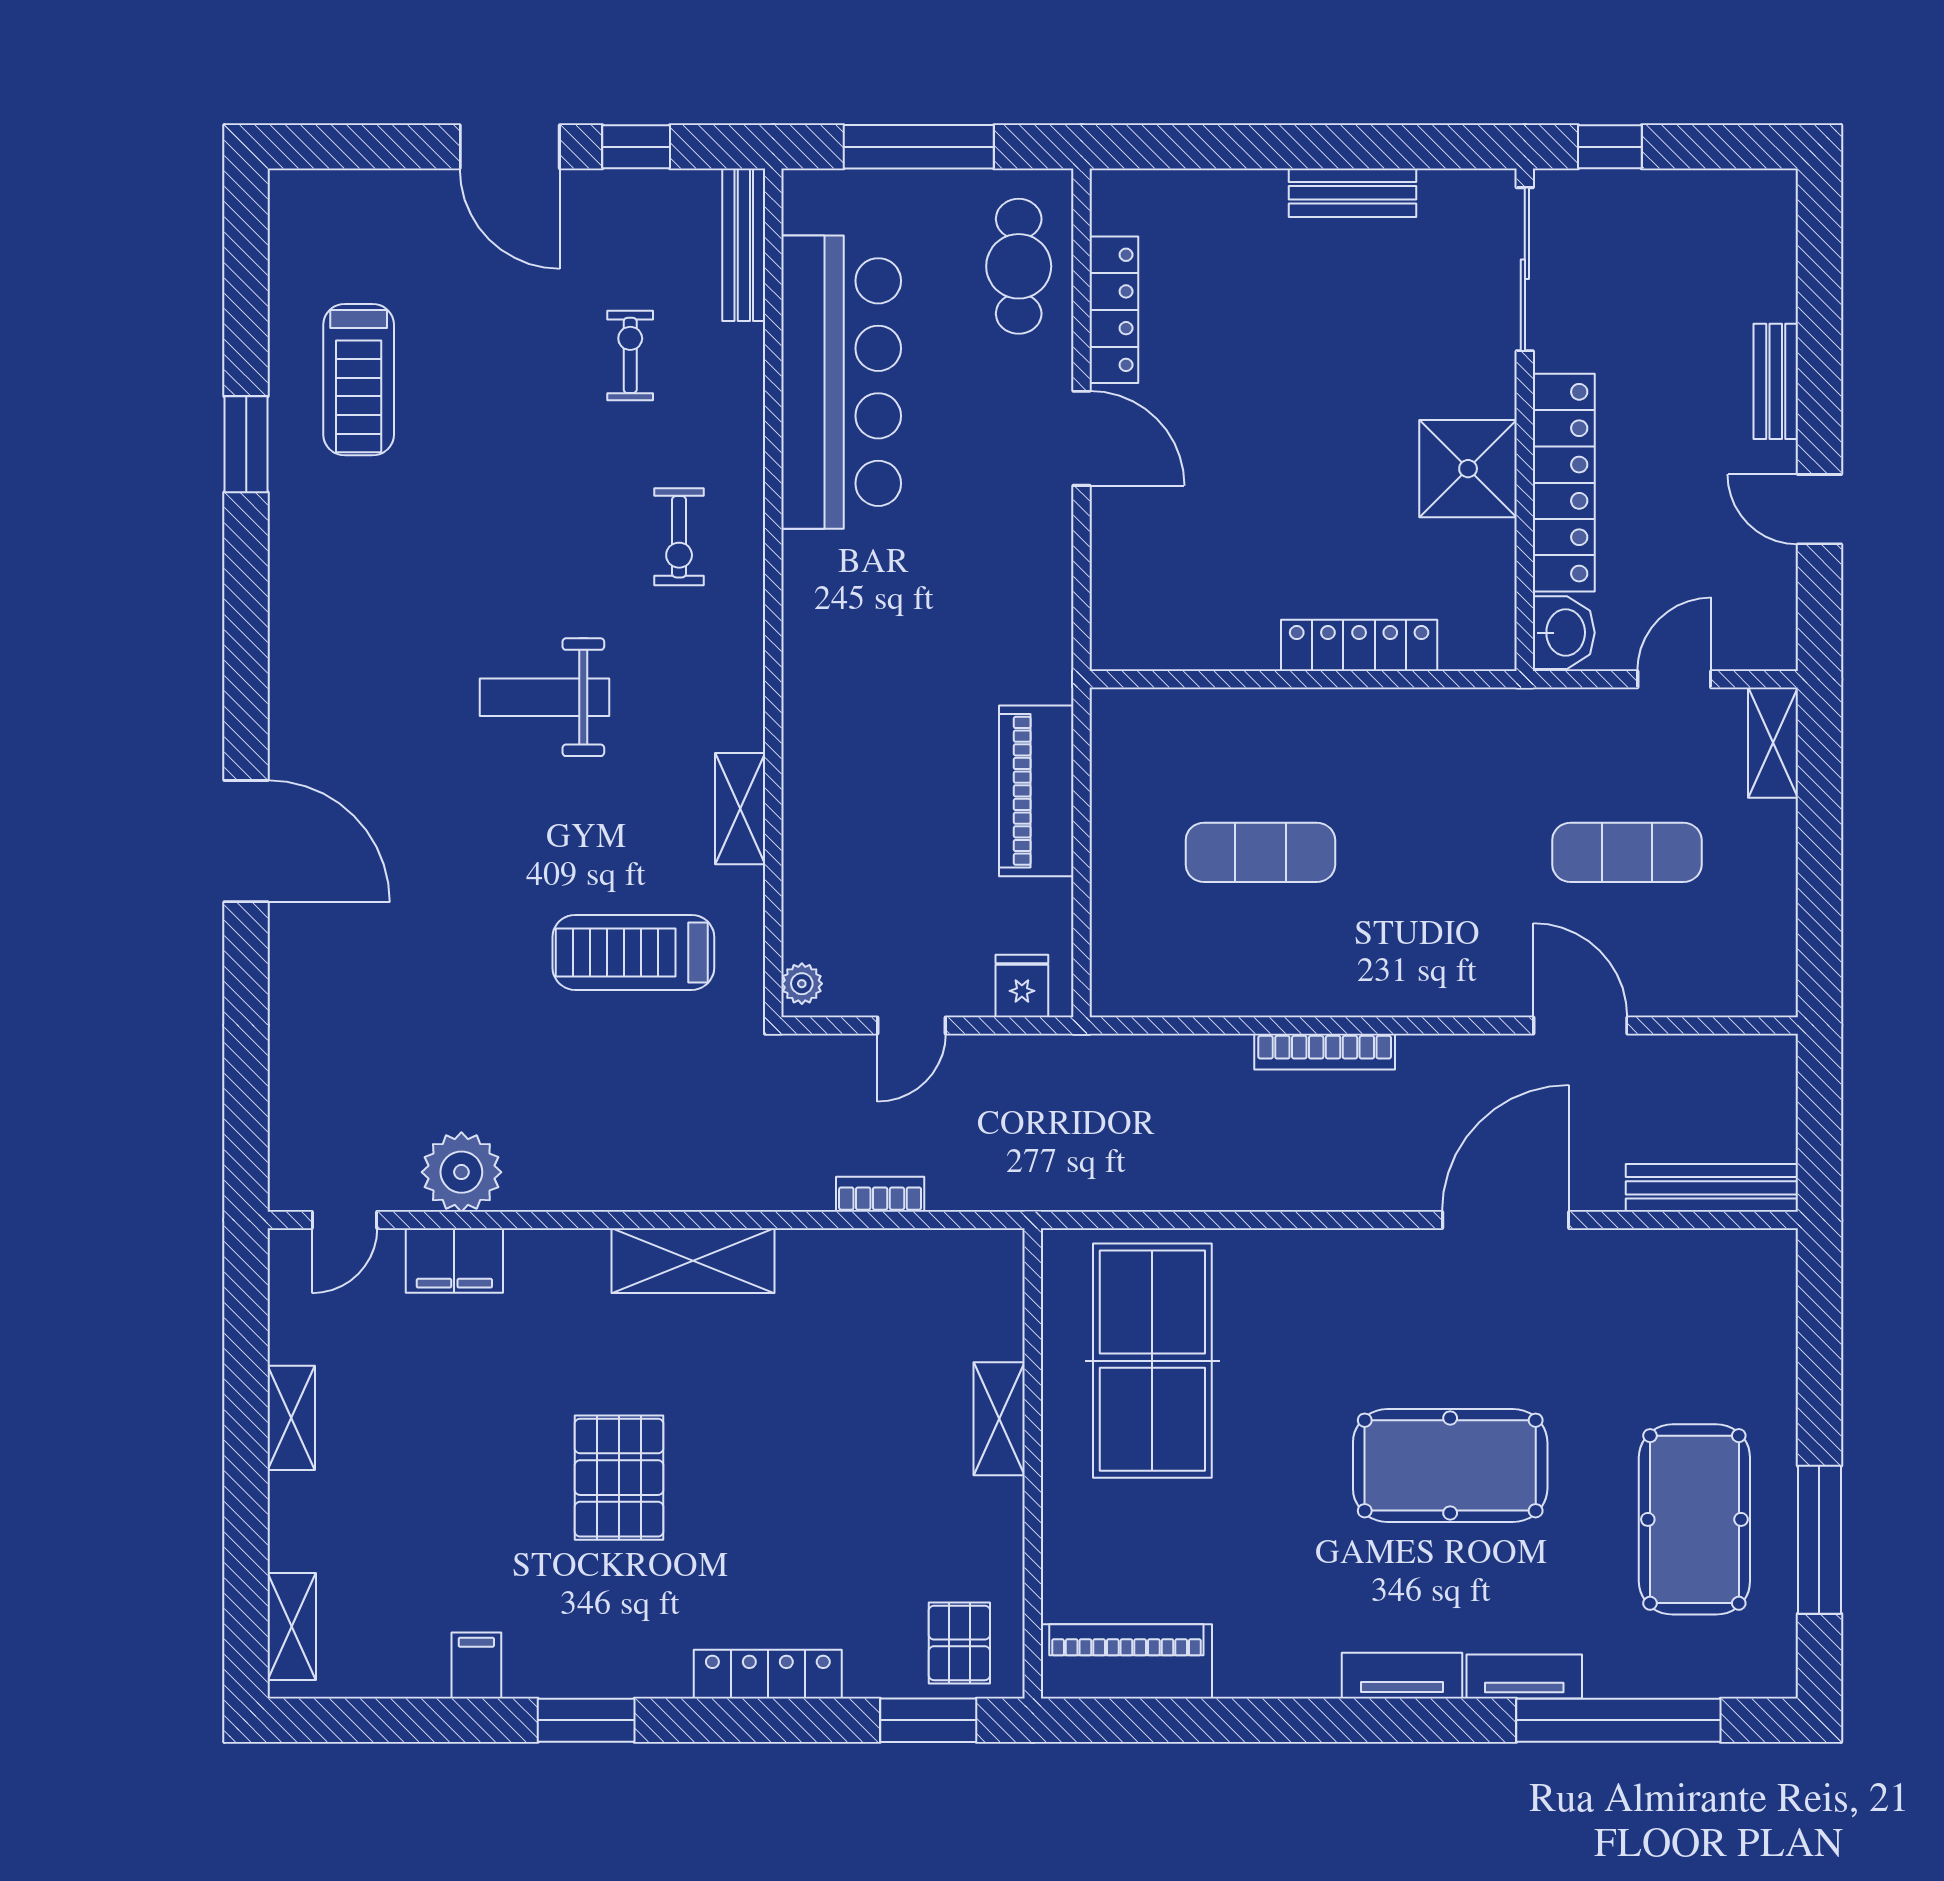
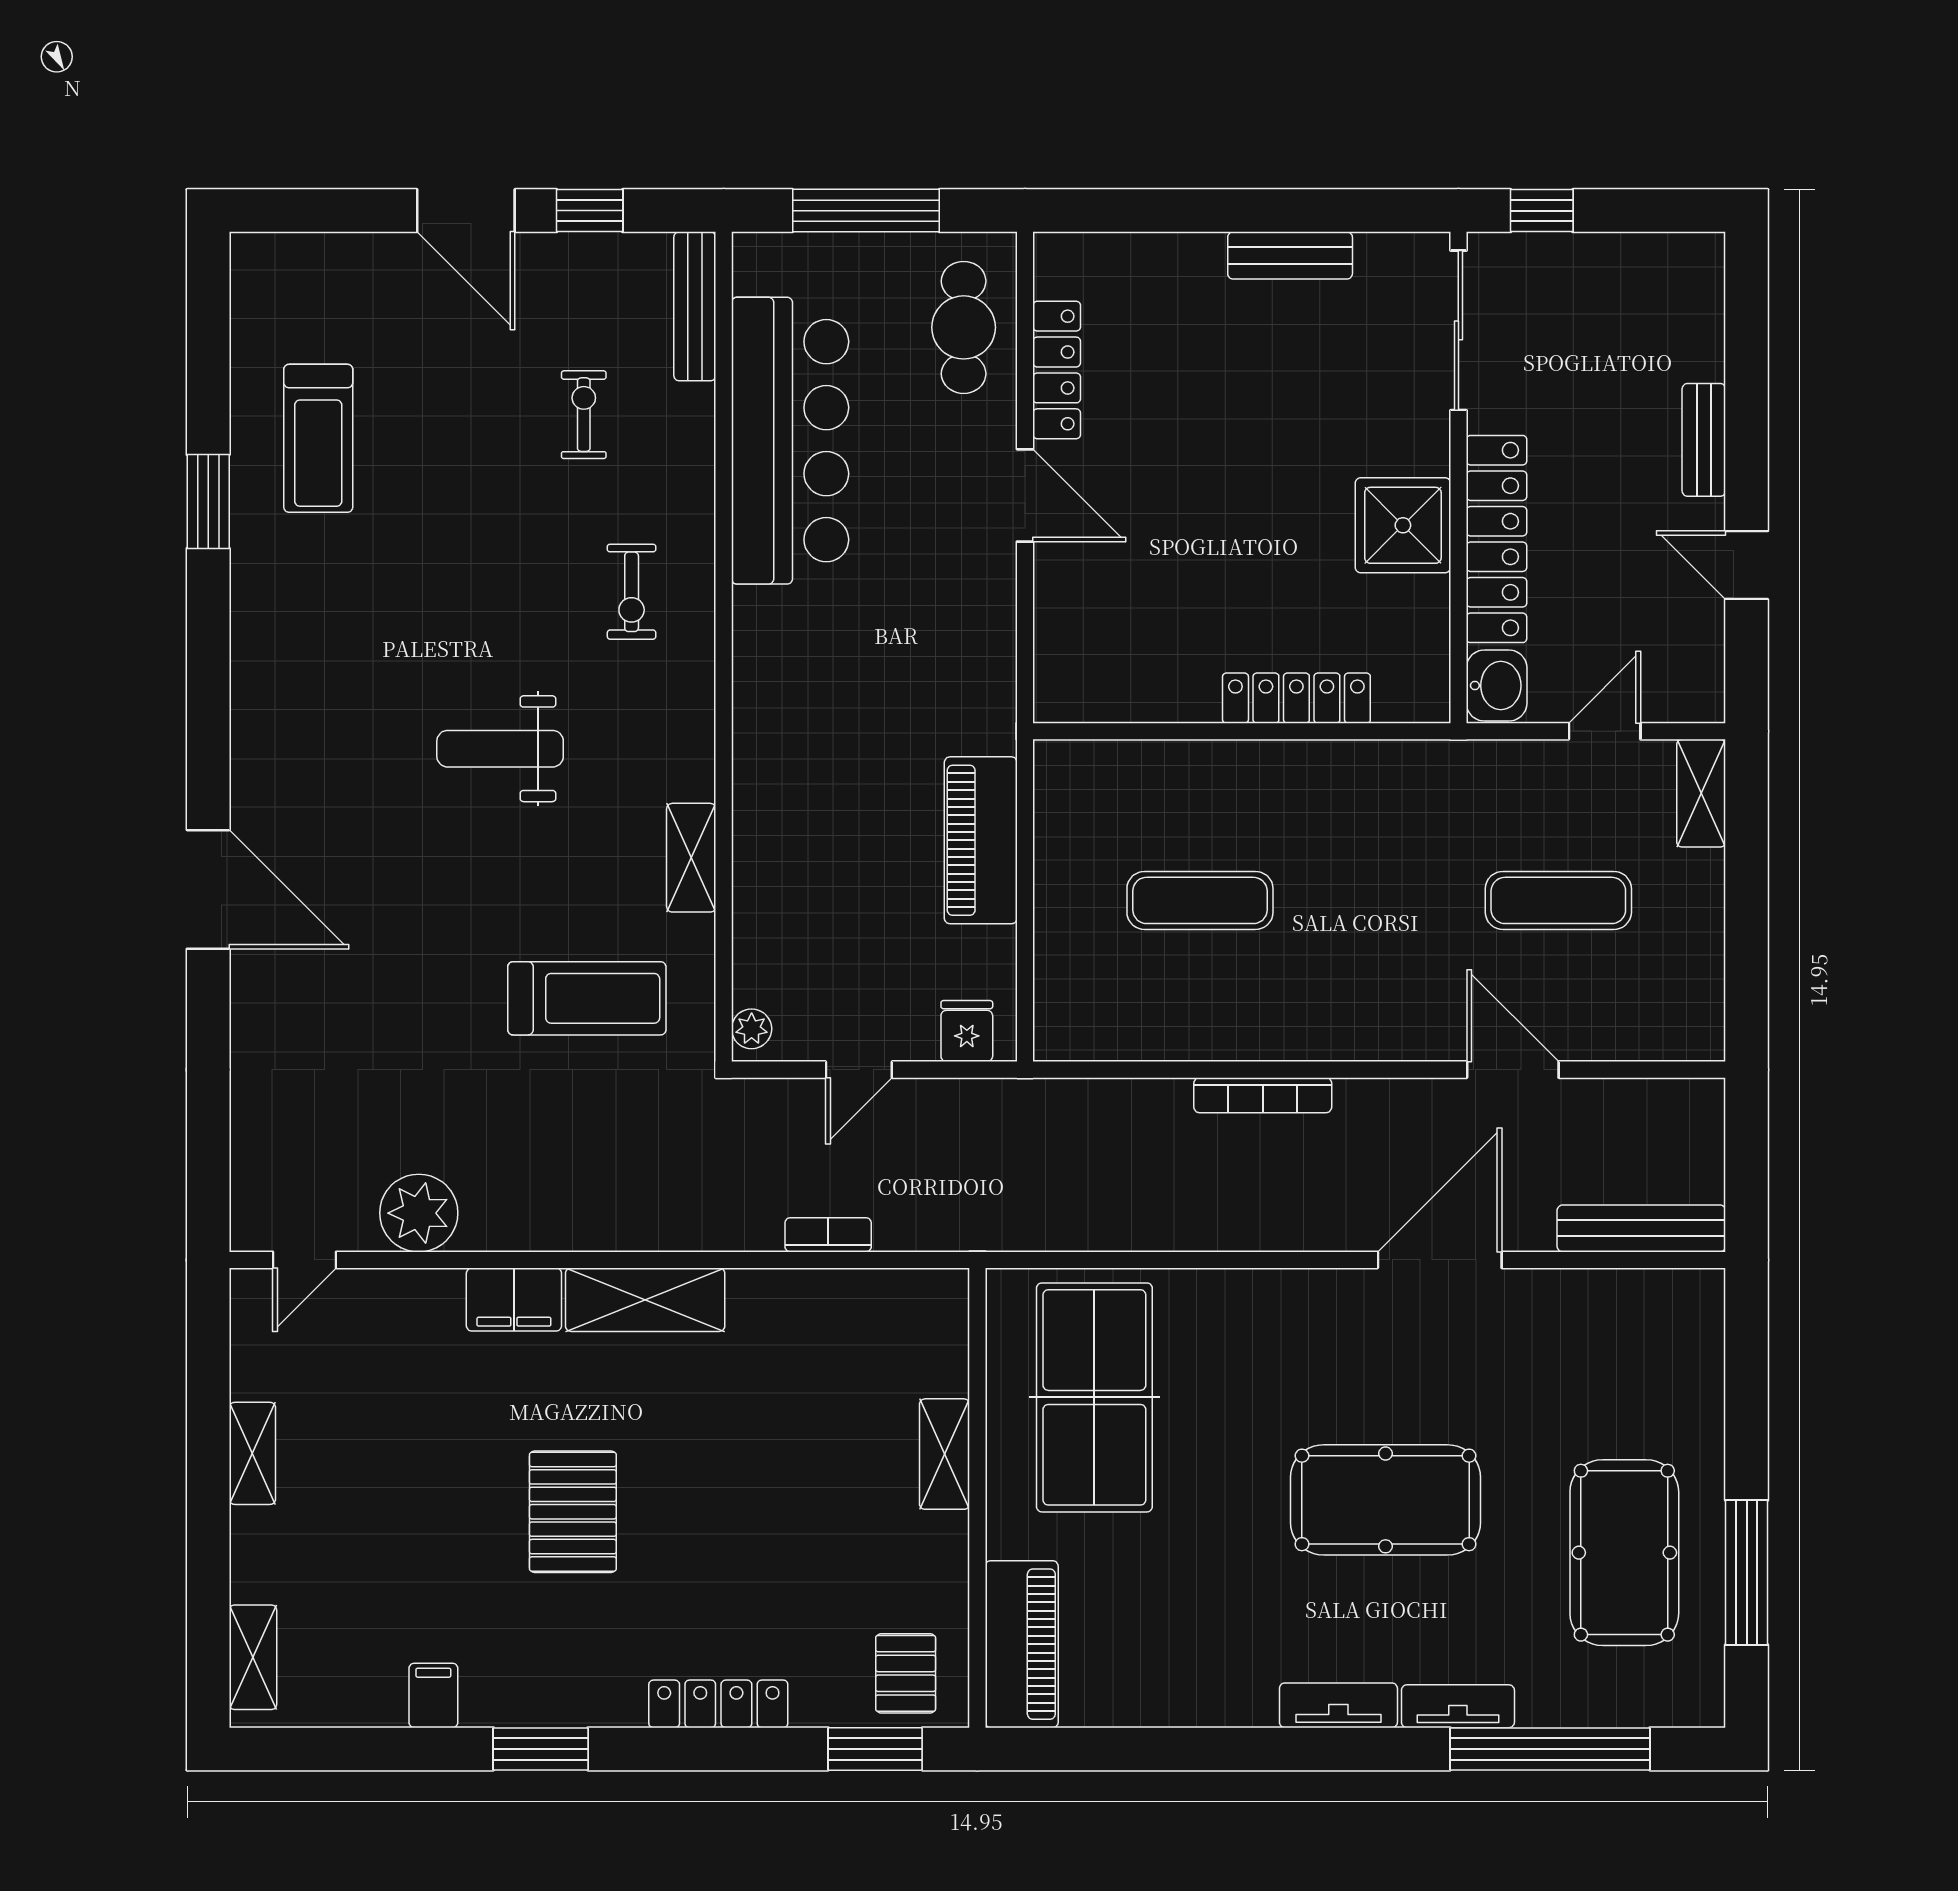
treadmill: (633, 952) -> (587, 998), turned 180
filing cabinet: (454, 1261) -> (514, 1299), moved
piano: (1126, 1661) -> (1022, 1644), moved, turned 90

